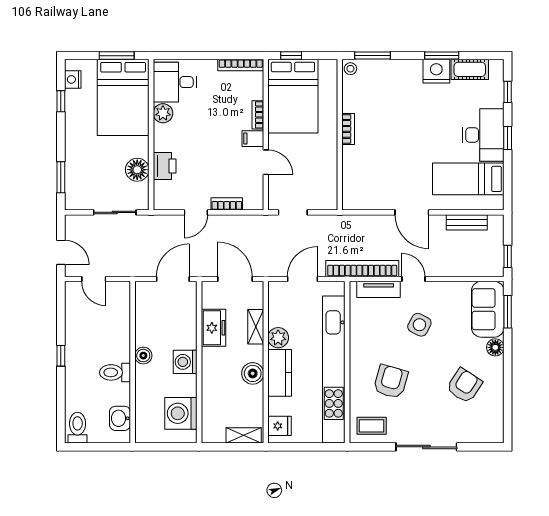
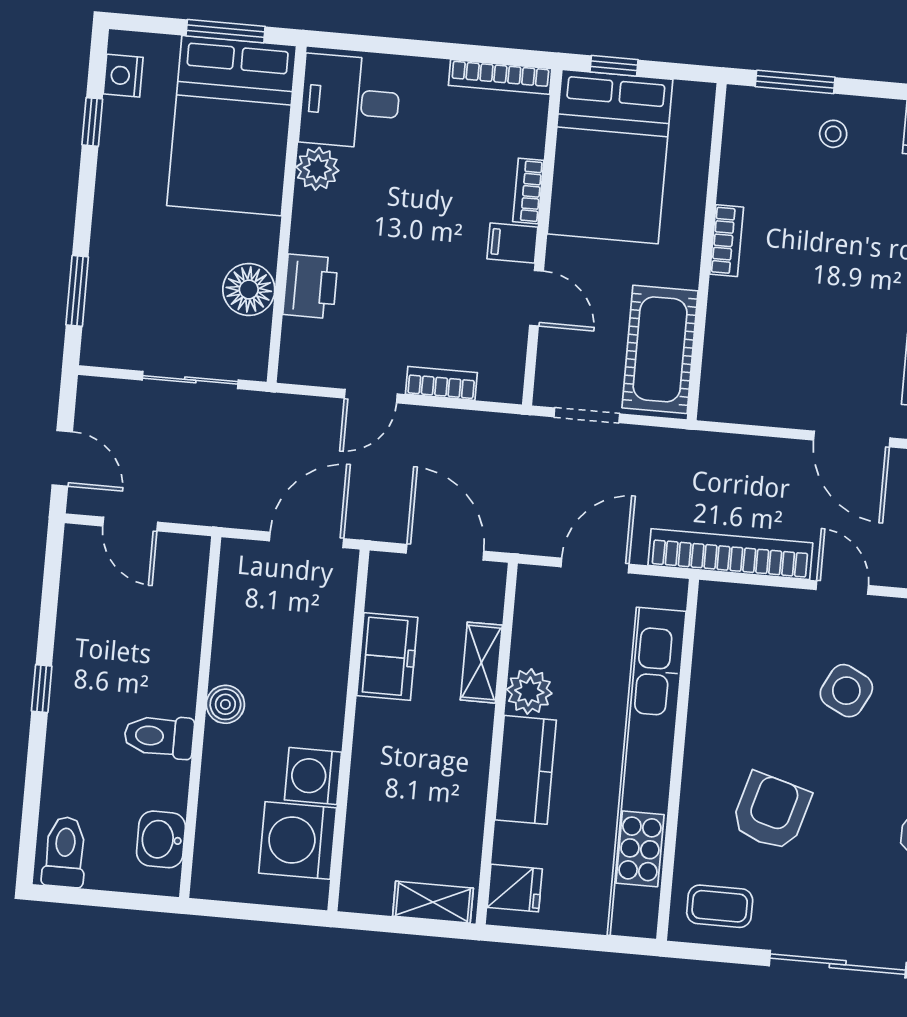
stool: (350, 69) -> (833, 134), moved
cot: (323, 180) -> (660, 349), added
tv unit: (379, 289) -> (762, 604), removed
washing machine: (185, 362) -> (313, 776), moved
boiler: (253, 373) -> (465, 766), removed

